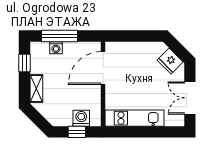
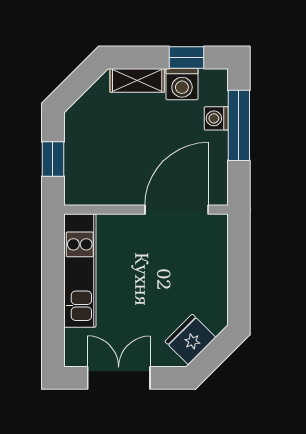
door: (103, 68) -> (177, 210), hinge flipped
washing machine: (81, 118) -> (182, 84), moved, turned 90

